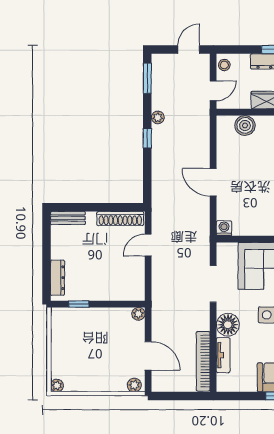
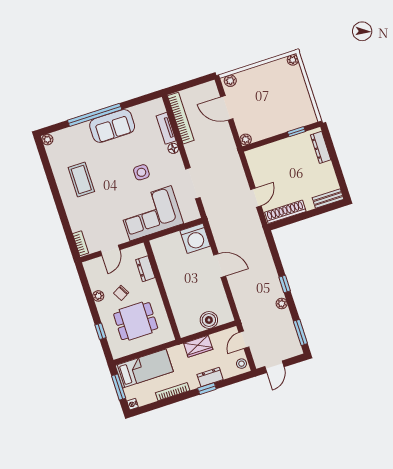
washing machine: (224, 228) -> (195, 238), width x1.89, depth x1.89
floor lamp: (228, 325) -> (173, 148), width x0.53, depth x0.53

